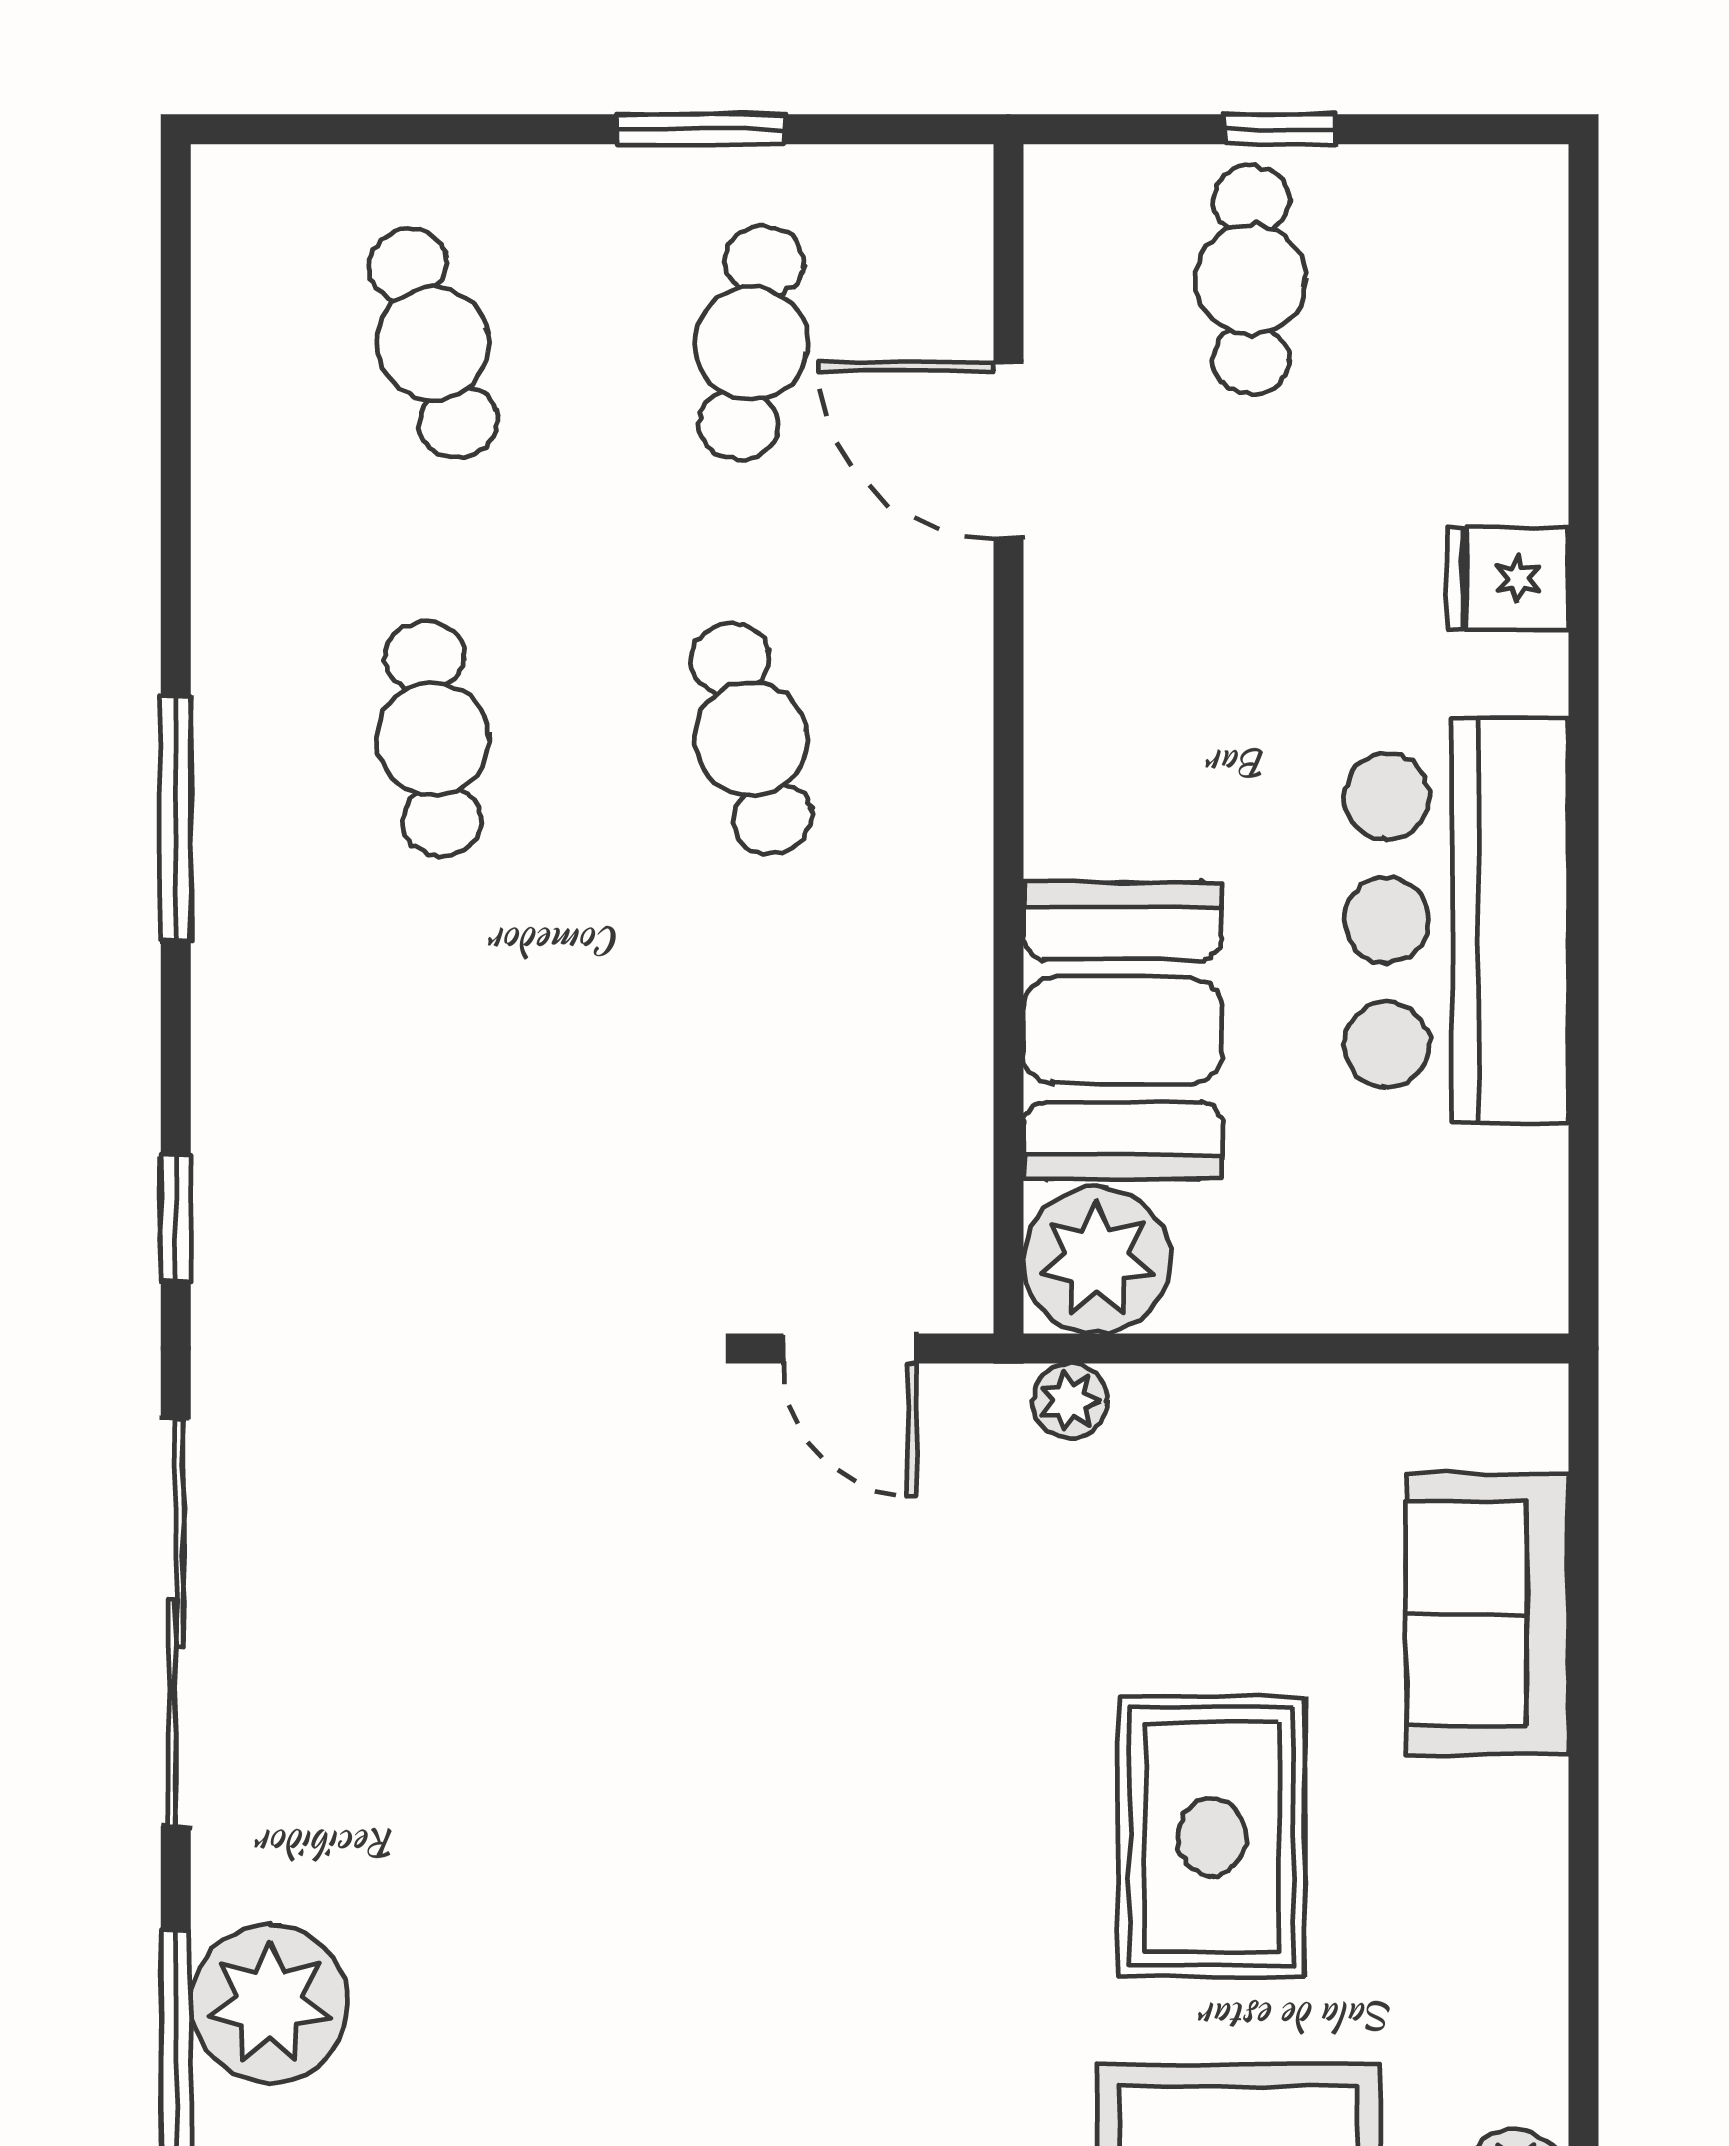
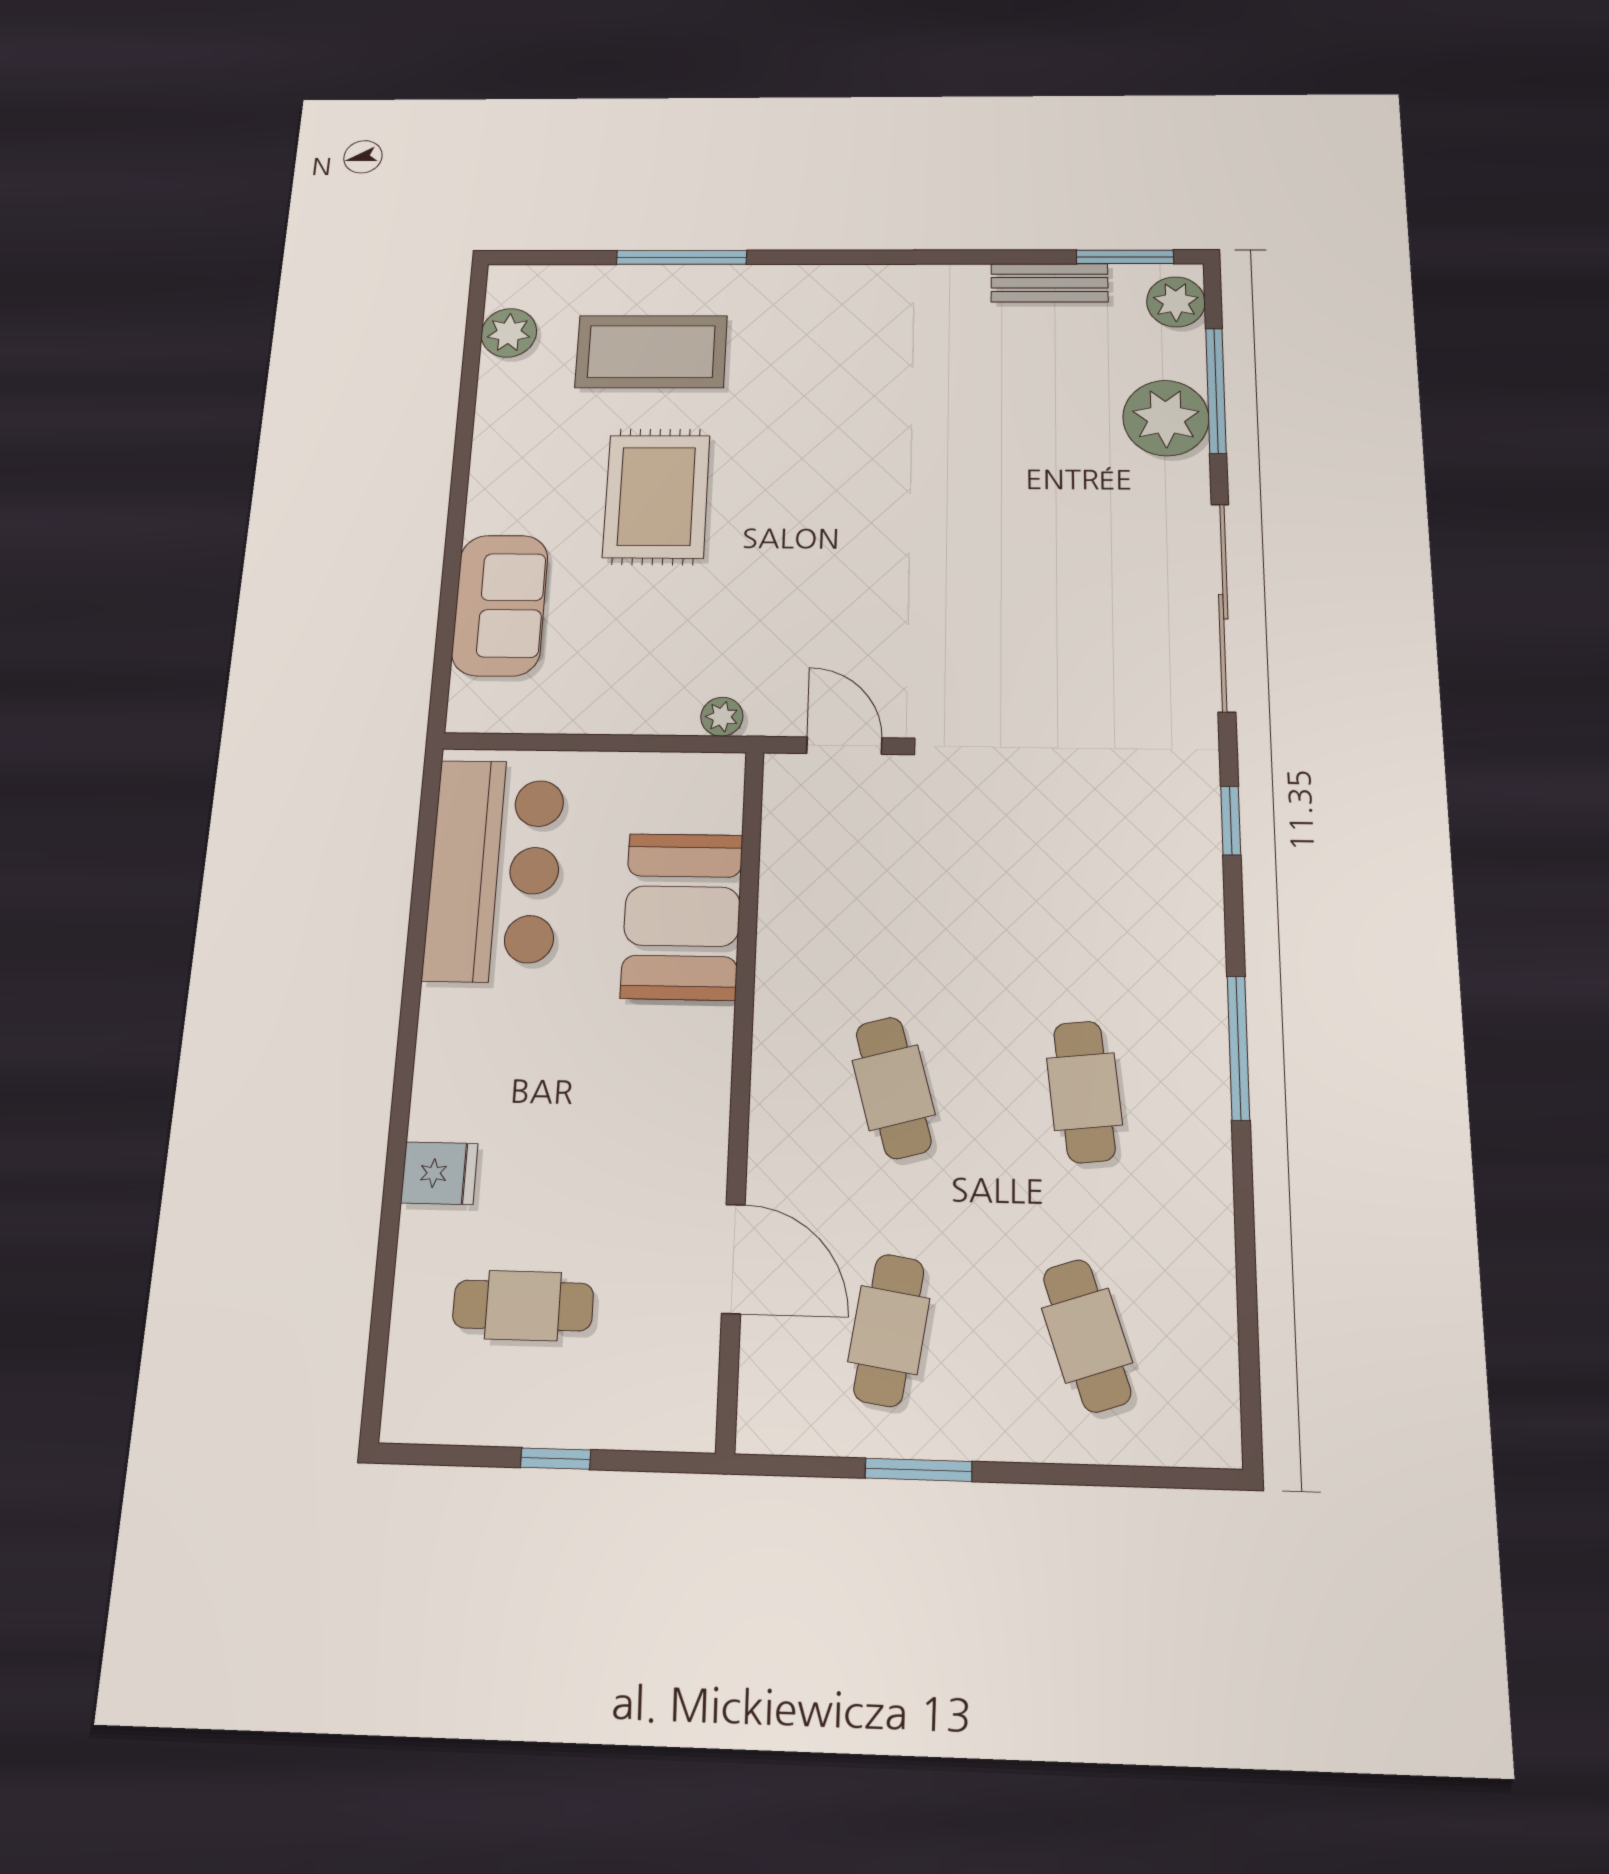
cafe table: (1251, 280) -> (523, 1306), moved, turned 90
bar counter: (1456, 920) -> (495, 870), moved
plant: (1097, 1260) -> (703, 791), removed

